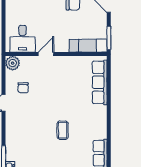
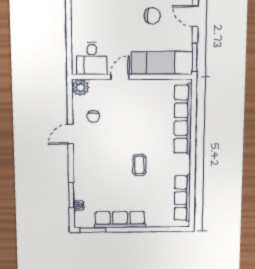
exam couch: (88, 46) -> (162, 63), width x1.36, depth x1.45
row of seats: (100, 82) -> (183, 119), width x1.36

